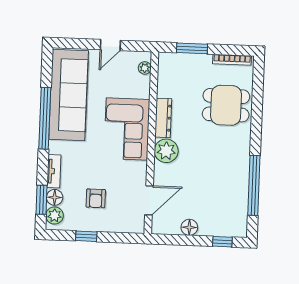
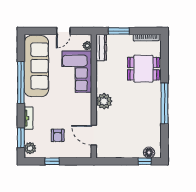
dresser: (163, 118) -> (101, 48), moved
corner sofa: (127, 129) -> (77, 72), moved
window: (254, 185) -> (164, 103), moved
floor lamp: (55, 197) -> (30, 136), removed
door: (149, 200) -> (94, 135), swing flipped
floor lamp: (189, 227) -> (149, 152), moved

